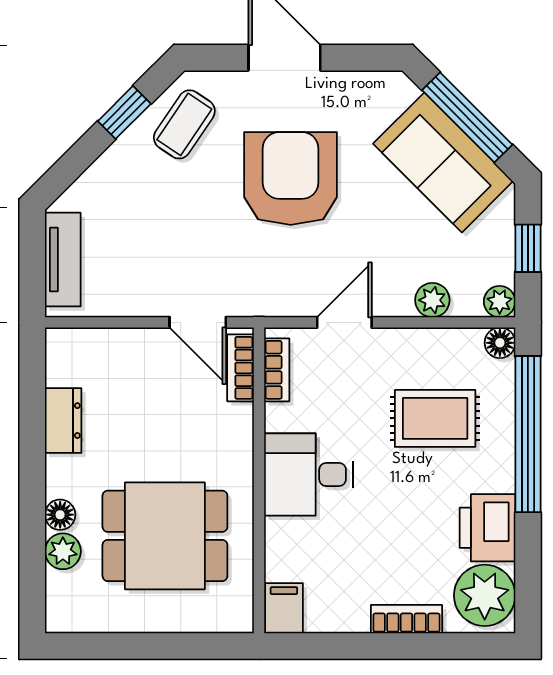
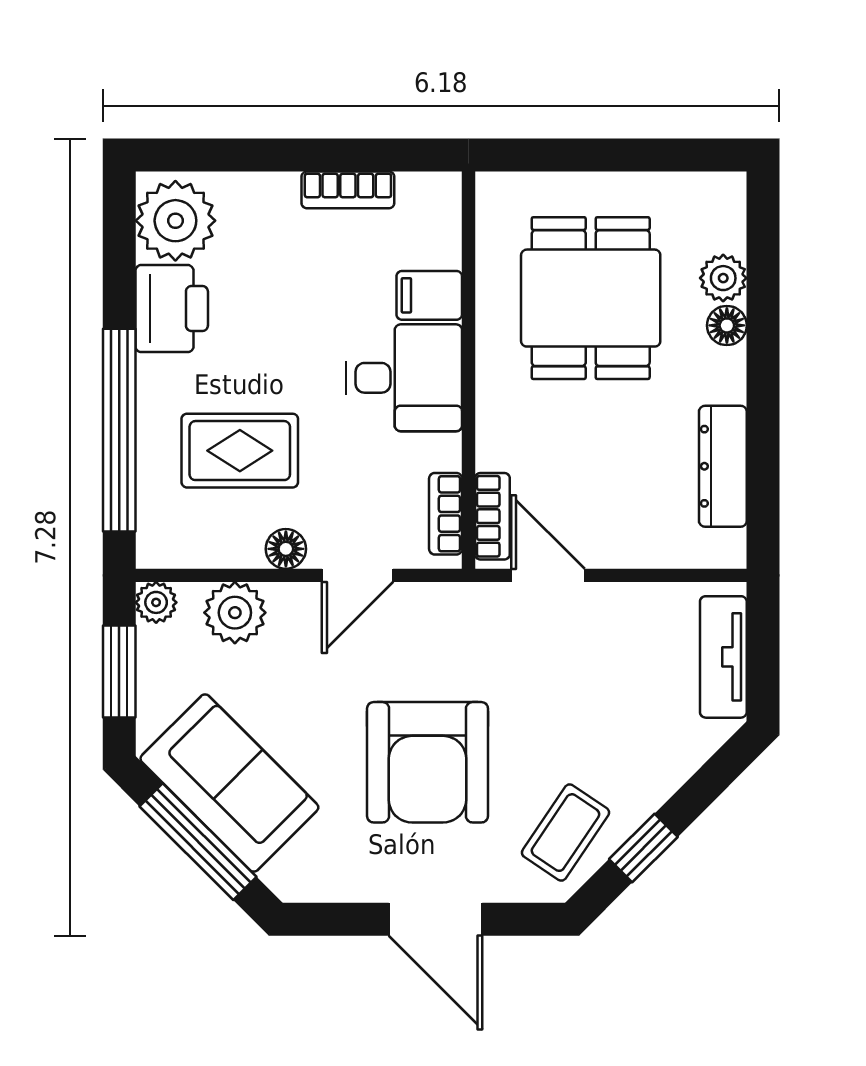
window: (528, 248) -> (119, 672), width x1.50
plant: (432, 300) -> (235, 613), width x1.38, depth x1.38
floor lamp: (500, 343) -> (286, 549), moved
dresser: (63, 421) -> (723, 466), width x1.44
dining table: (165, 536) -> (591, 298), turned 90
filing cabinet: (284, 608) -> (429, 295), moved, turned 90
bookcase: (406, 619) -> (348, 190), moved

